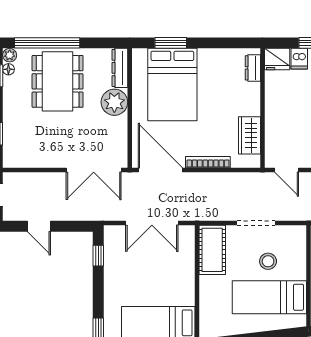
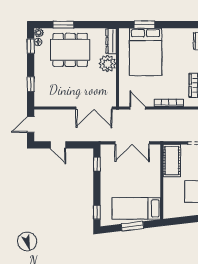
window: (47, 43) -> (63, 25), width x0.47
dining table: (58, 81) -> (70, 50), turned 90
door: (160, 170) -> (138, 108), width x0.53

